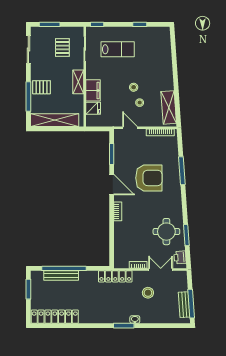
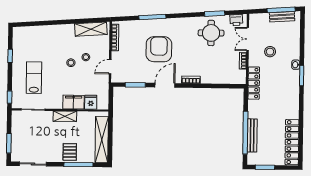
pallet: (62, 48) -> (31, 131), removed

